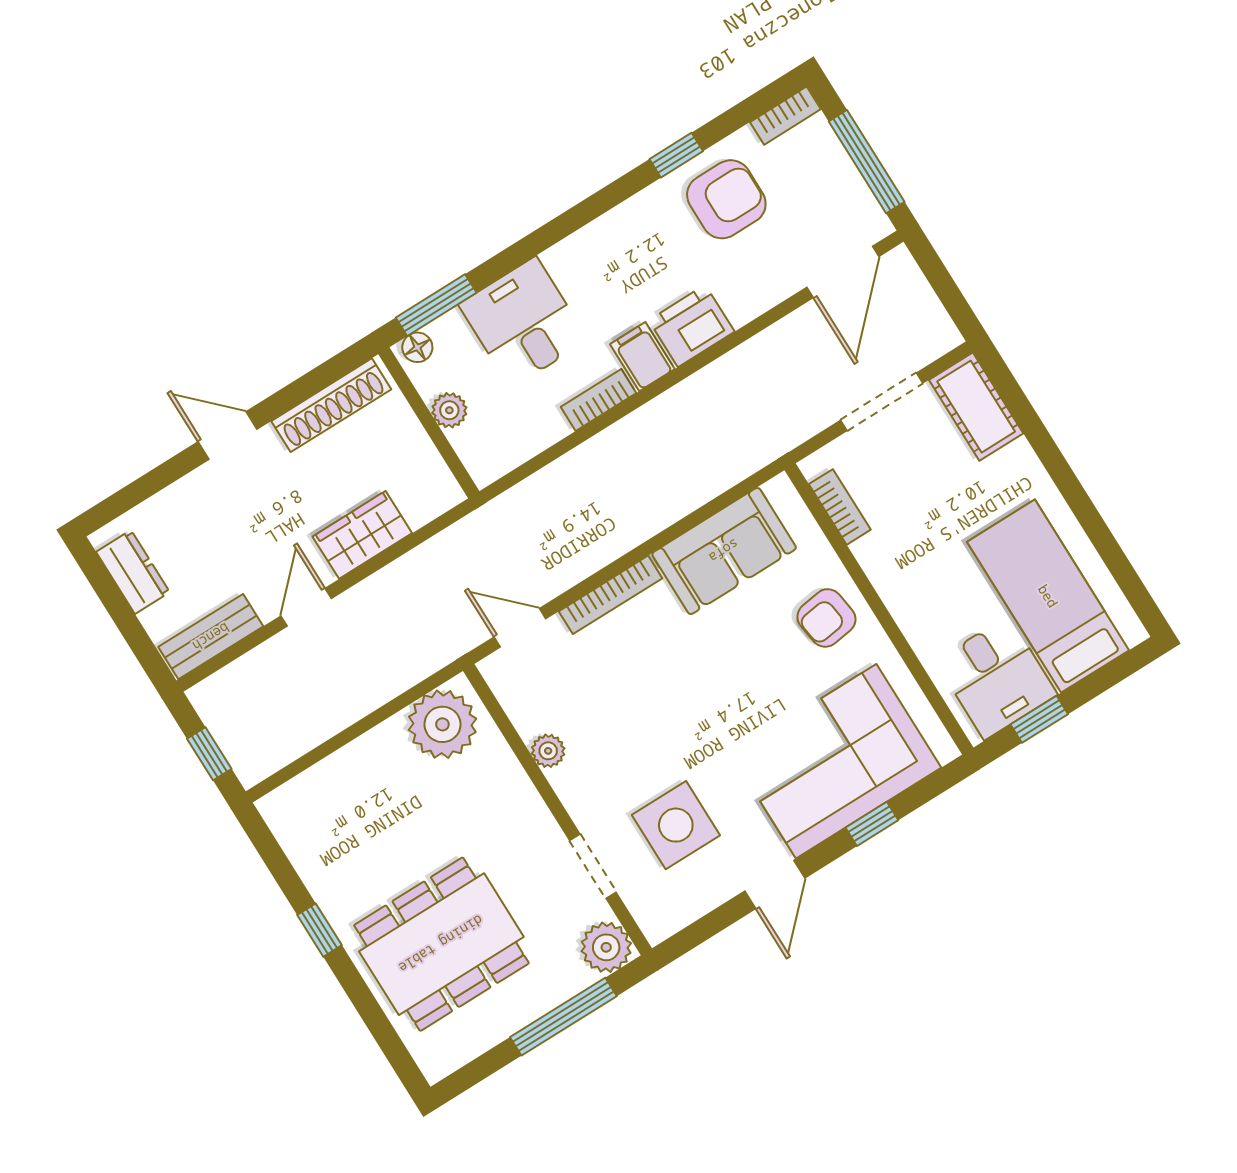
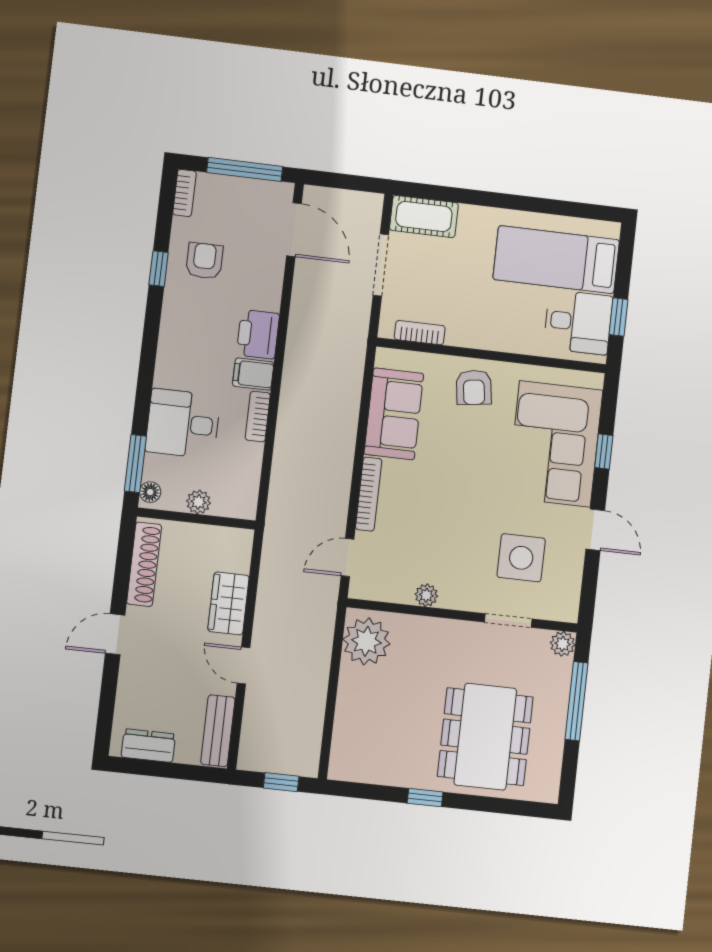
armchair: (726, 199) -> (204, 261), width x0.72, depth x0.72
plant: (606, 947) -> (563, 644), width x0.73, depth x0.73

